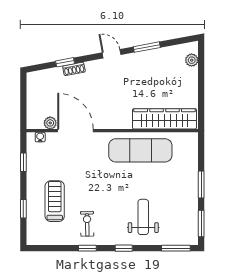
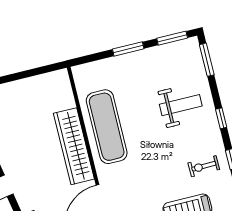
wardrobe: (165, 119) -> (74, 146), moved
weight bench: (143, 217) -> (181, 105), turned 180

